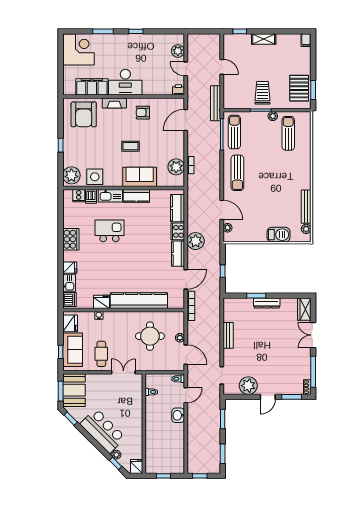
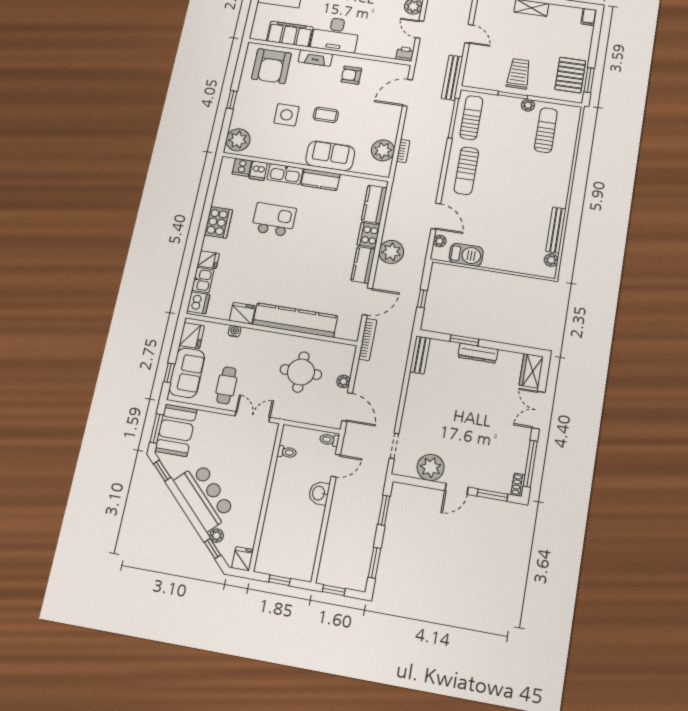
side table: (95, 177) -> (286, 115), moved
barbecue: (279, 235) -> (466, 255), moved
bench: (228, 335) -> (420, 355), moved

